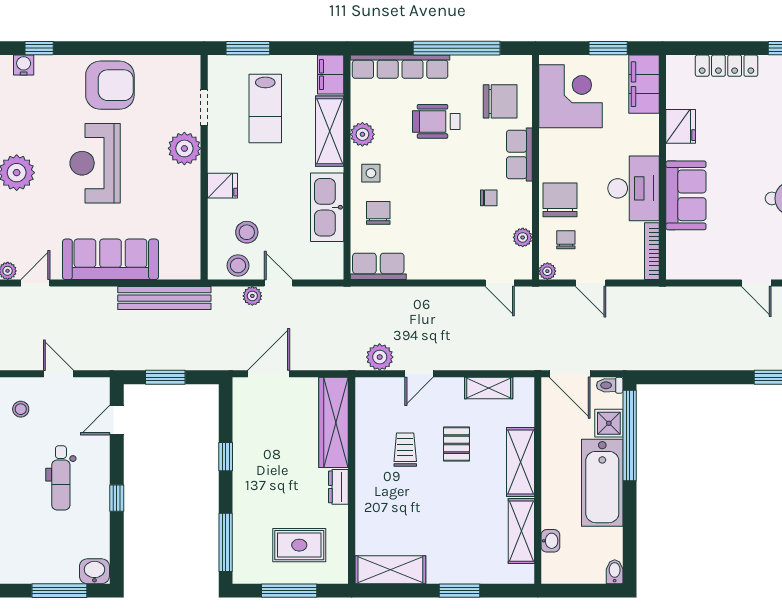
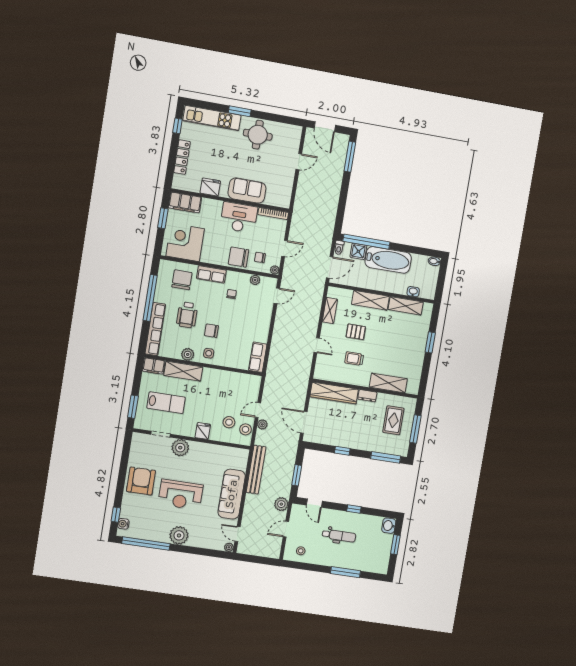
kitchen sink: (327, 207) -> (223, 379), removed
chair: (378, 213) -> (211, 331), moved
plant: (380, 357) -> (281, 504), moved
shelving: (390, 570) -> (388, 383), moved, turned 90
window: (59, 591) -> (395, 545), width x0.69

